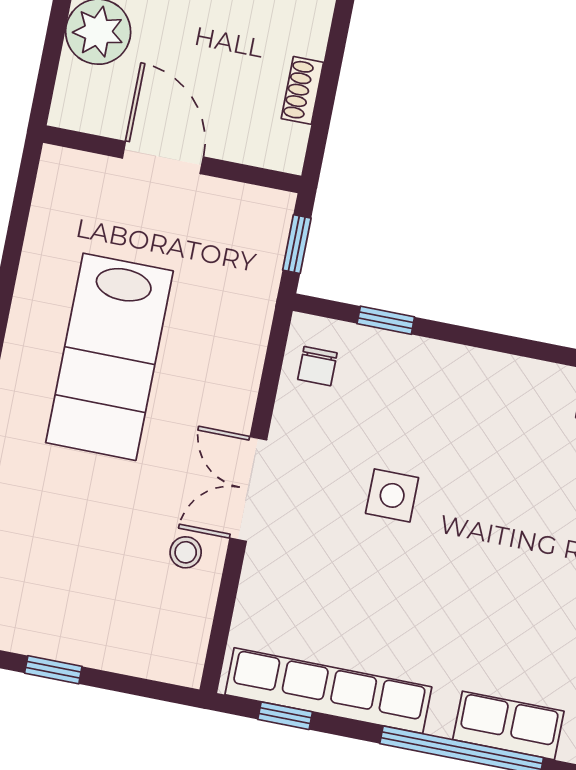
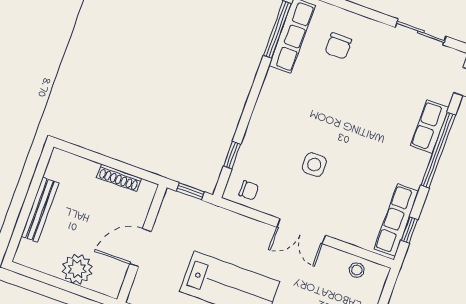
shoe rack: (302, 90) -> (119, 178), width x1.43
stool: (186, 552) -> (357, 270), moved
row of seats: (328, 691) -> (396, 220), width x0.73

